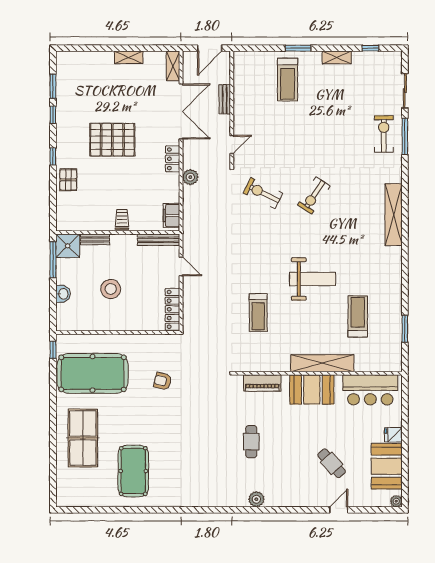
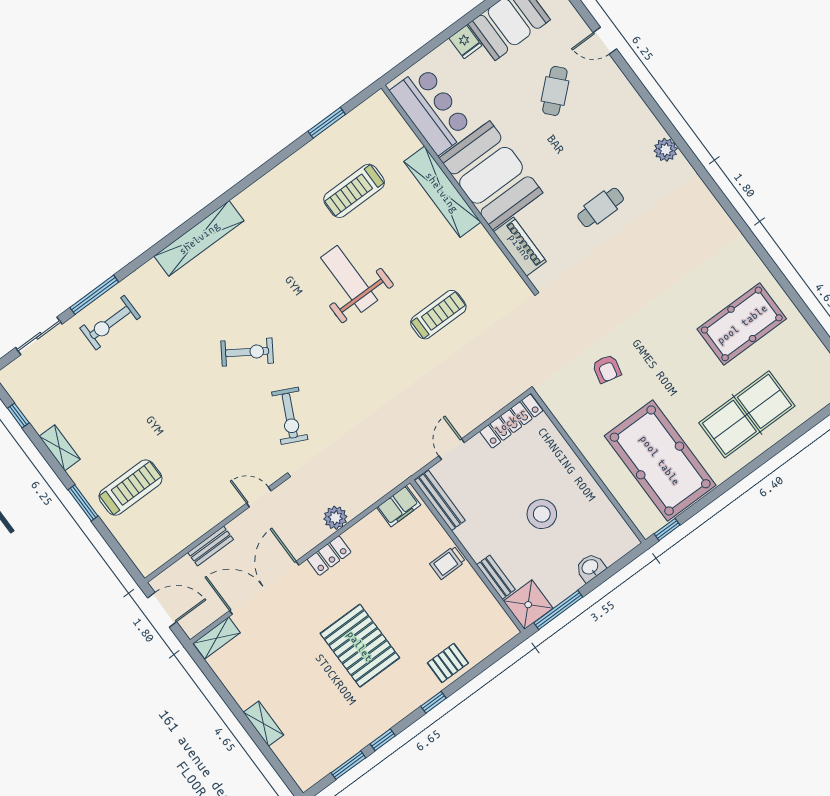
shelving: (129, 57) -> (264, 724), moved
booth: (312, 389) -> (491, 175), width x1.36, depth x1.42

